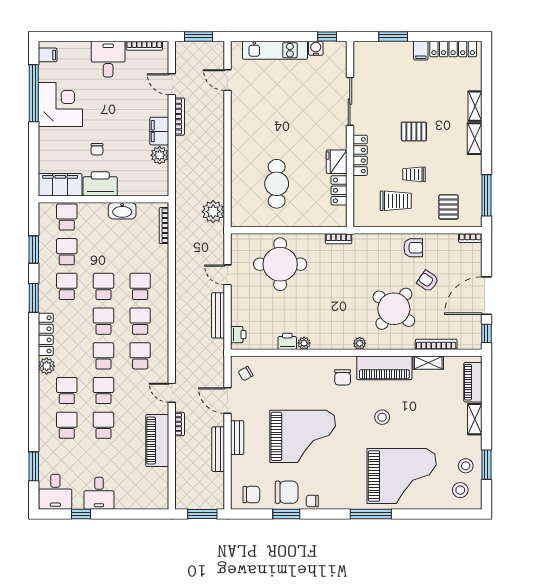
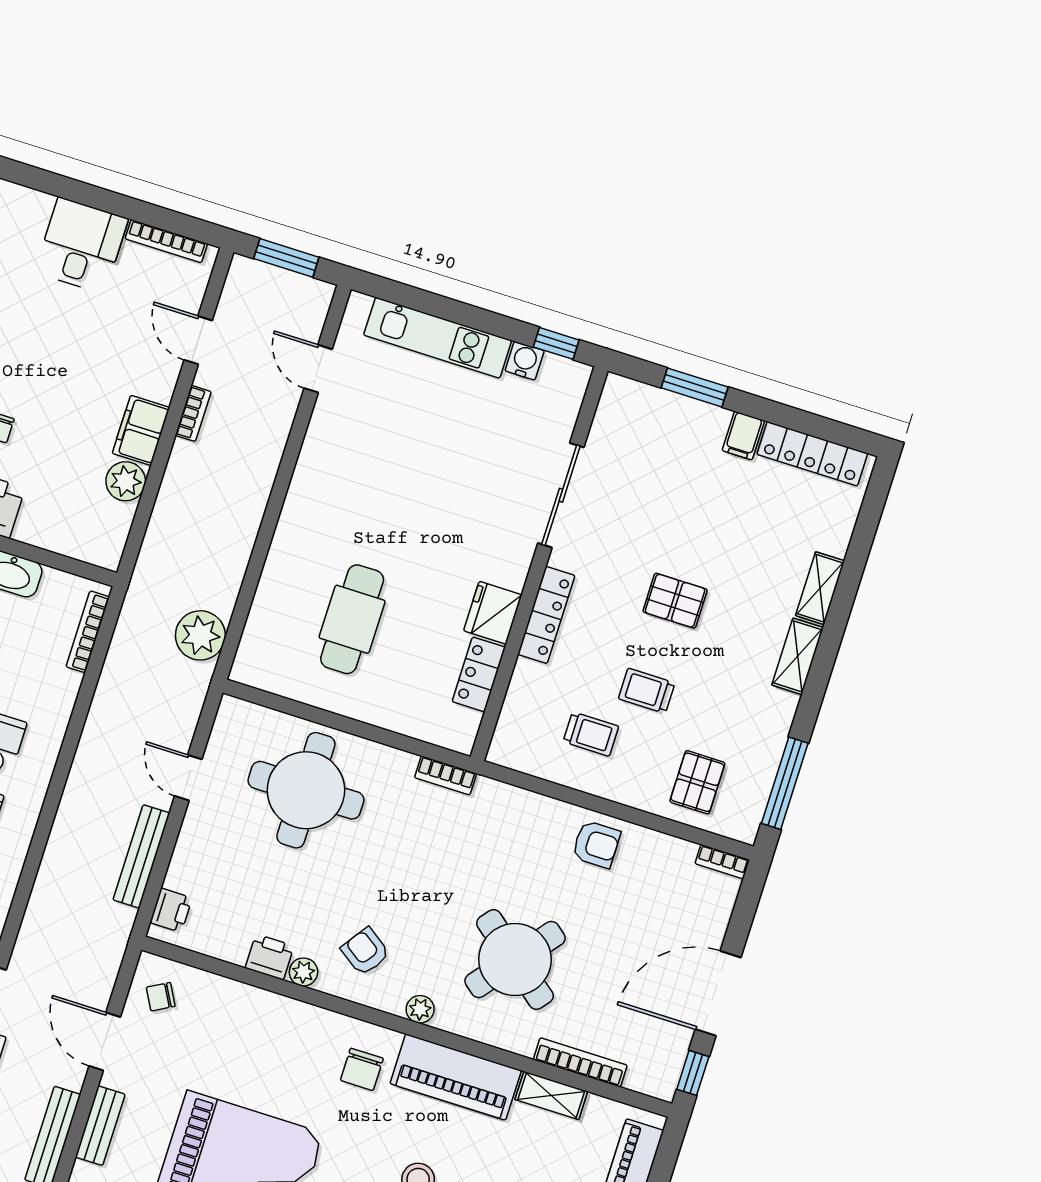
bookcase: (180, 117) -> (193, 413), width x0.64
trolley: (396, 201) -> (591, 734), width x0.73, depth x0.72
armchair: (428, 281) -> (365, 952), moved

